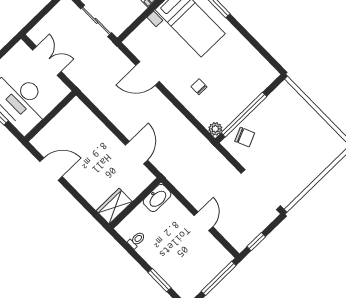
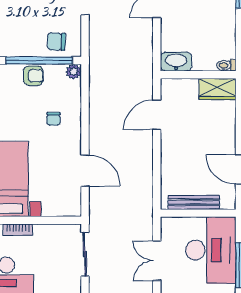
armchair: (238, 101) -> (33, 76), added
bench: (60, 120) -> (194, 202), added
chair: (245, 137) -> (56, 42), turned -64
toilet: (137, 240) -> (226, 65), moved

